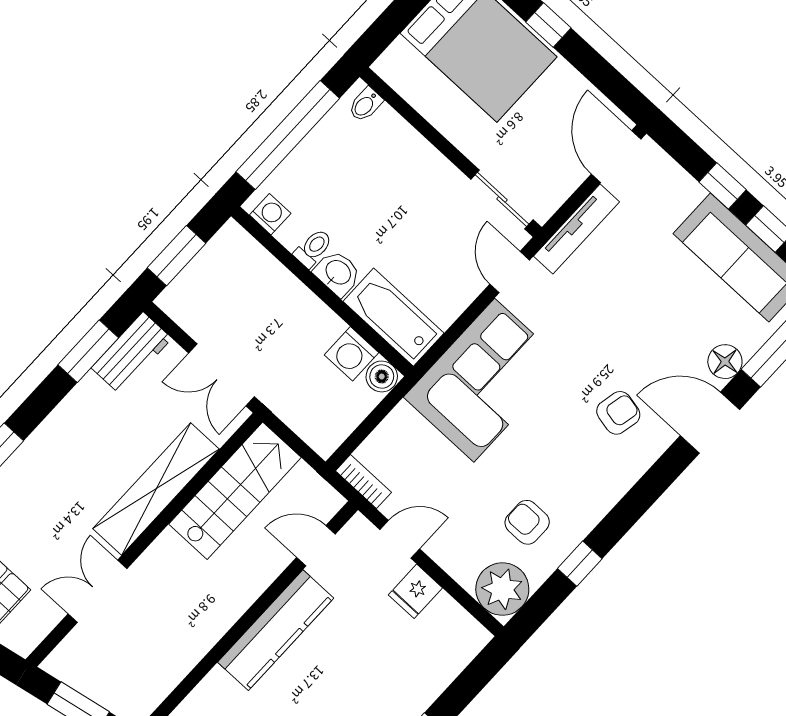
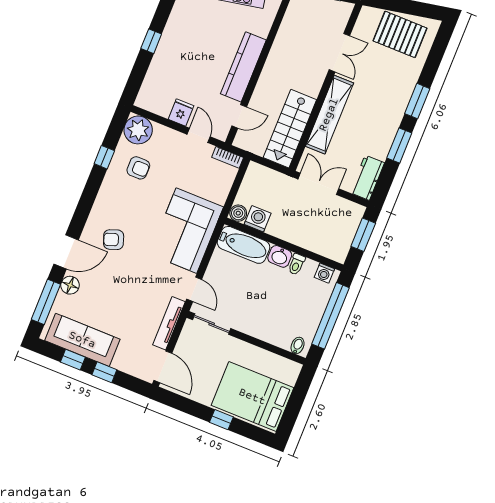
window: (88, 351) -> (399, 146), moved
armchair: (618, 413) -> (114, 240), turned 58
door: (400, 539) -> (199, 135), swing flipped

